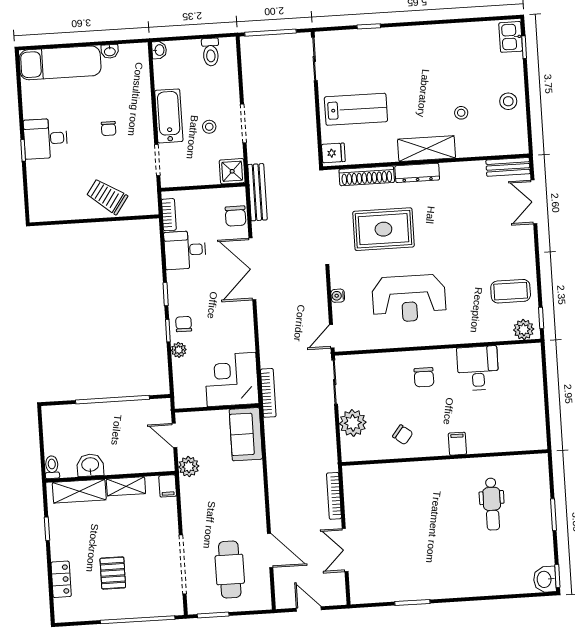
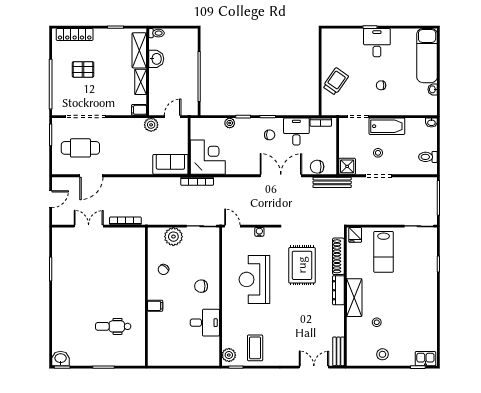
chair: (184, 324) -> (270, 135), moved
locker: (61, 579) -> (75, 34), width x1.53

